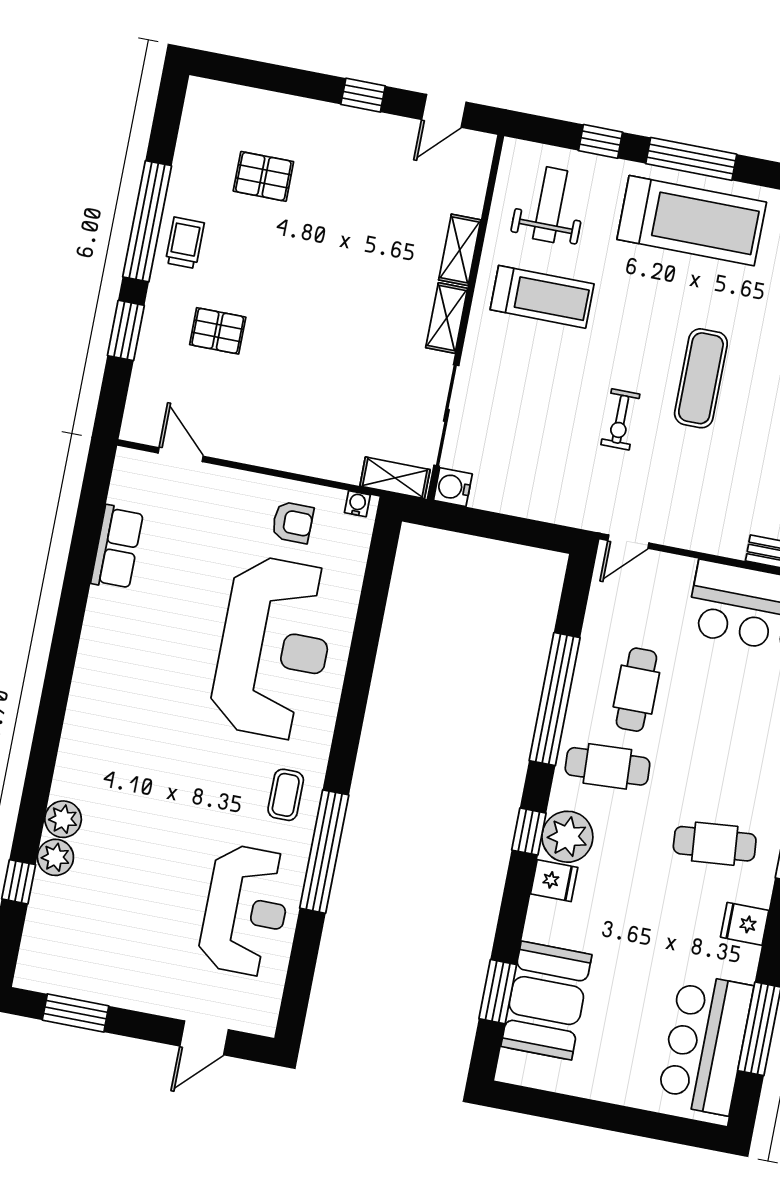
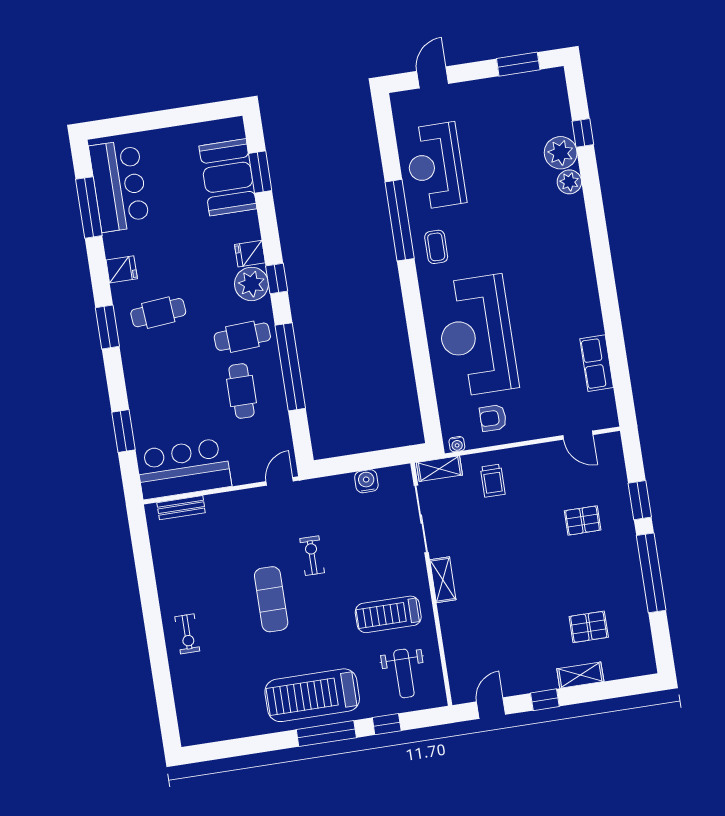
trolley: (185, 243) -> (493, 481), moved
shelving: (460, 250) -> (580, 675), moved, turned 90
water cooler: (453, 487) -> (366, 481), moved, turned -90
plant: (55, 857) -> (561, 153), width x1.36, depth x1.36

